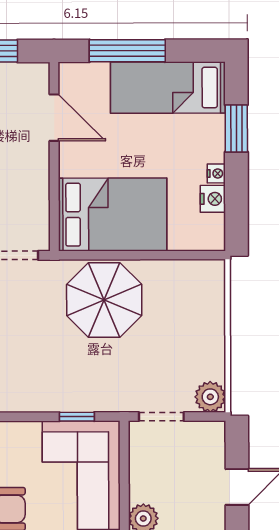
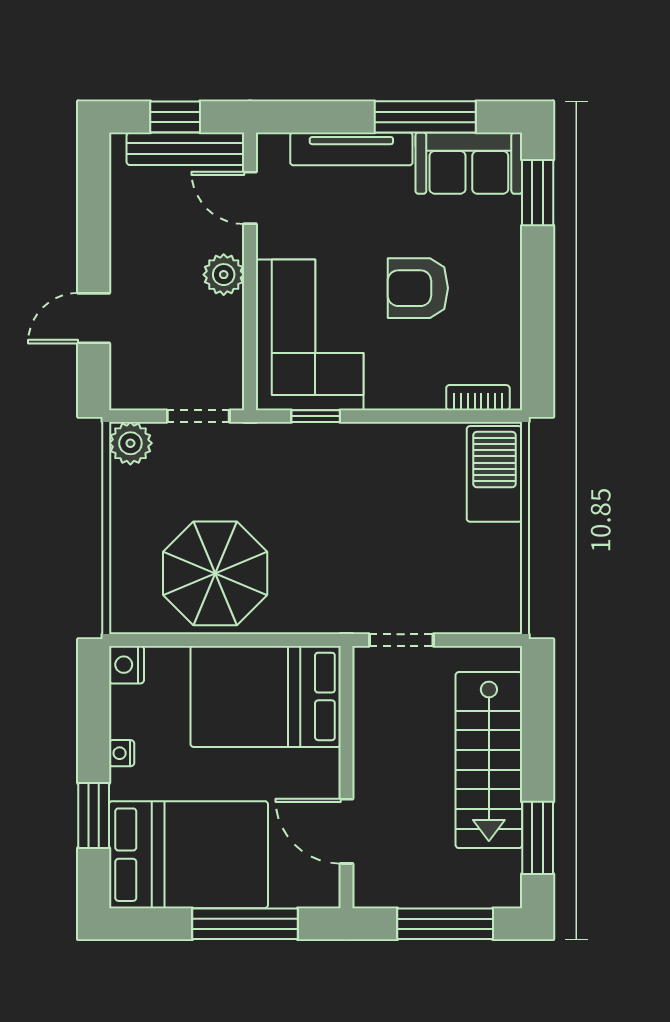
bed: (168, 88) -> (188, 855), width x1.50
nightstand: (213, 199) -> (126, 665), moved
parasol: (104, 300) -> (215, 573), moved

